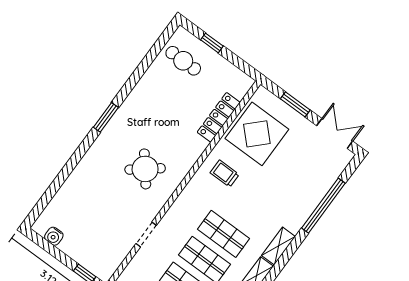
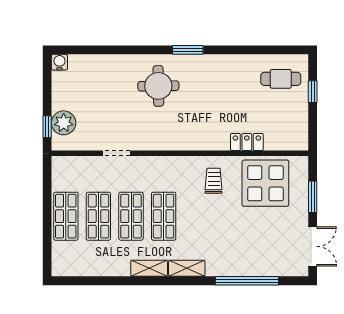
cafe table: (183, 61) -> (281, 79), turned 90
locker: (219, 117) -> (247, 142), width x0.66
round table: (145, 169) -> (158, 86), moved, turned 38
water cooler: (54, 236) -> (59, 62), moved, turned 90
plant: (91, 259) -> (64, 123), added

